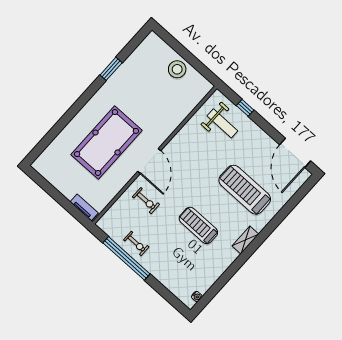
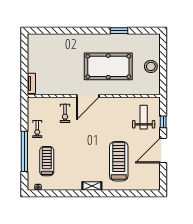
weight bench: (222, 123) -> (144, 117), turned 180
pool table: (106, 142) -> (108, 66), moved
door: (295, 153) -> (163, 150), moved
treadmill: (198, 225) -> (47, 161), moved
window: (126, 258) -> (24, 151), moved

